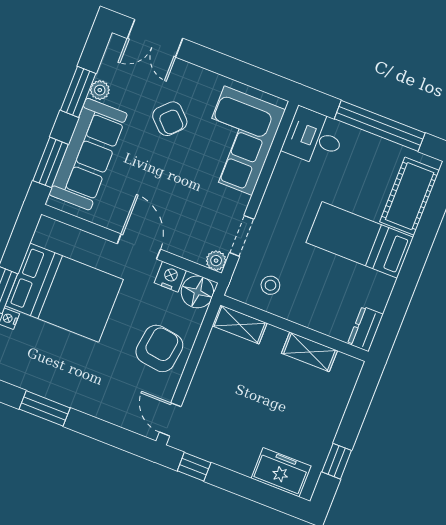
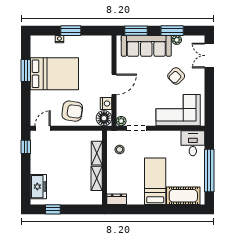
bed: (64, 293) -> (54, 74), moved, turned -90
shelving: (240, 324) -> (97, 153), moved

